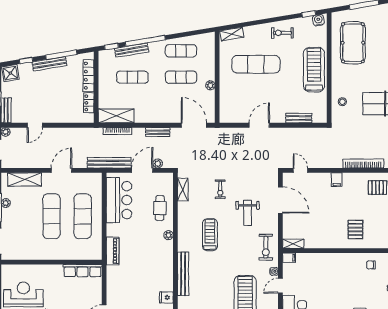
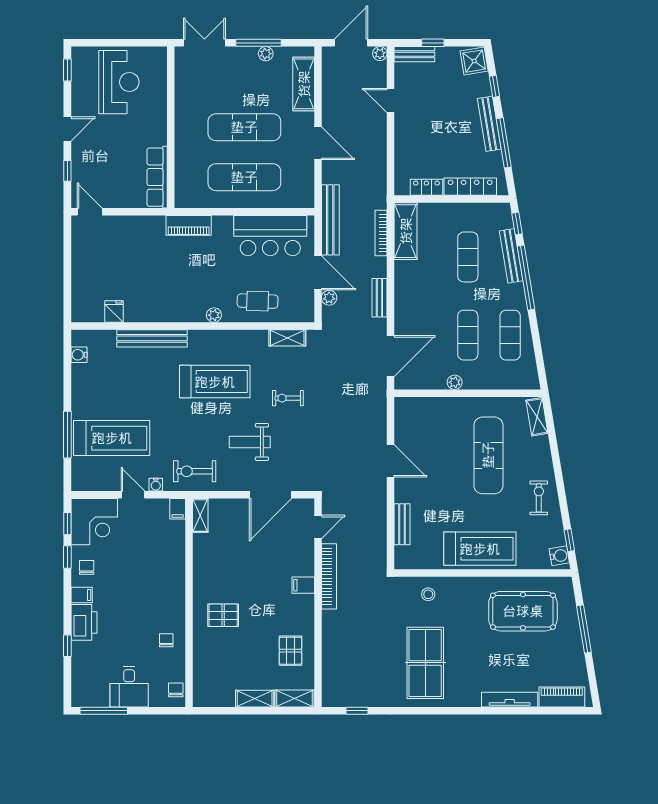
bookcase: (363, 164) -> (329, 576), moved
treadmill: (210, 235) -> (215, 382), width x1.37, depth x1.38

